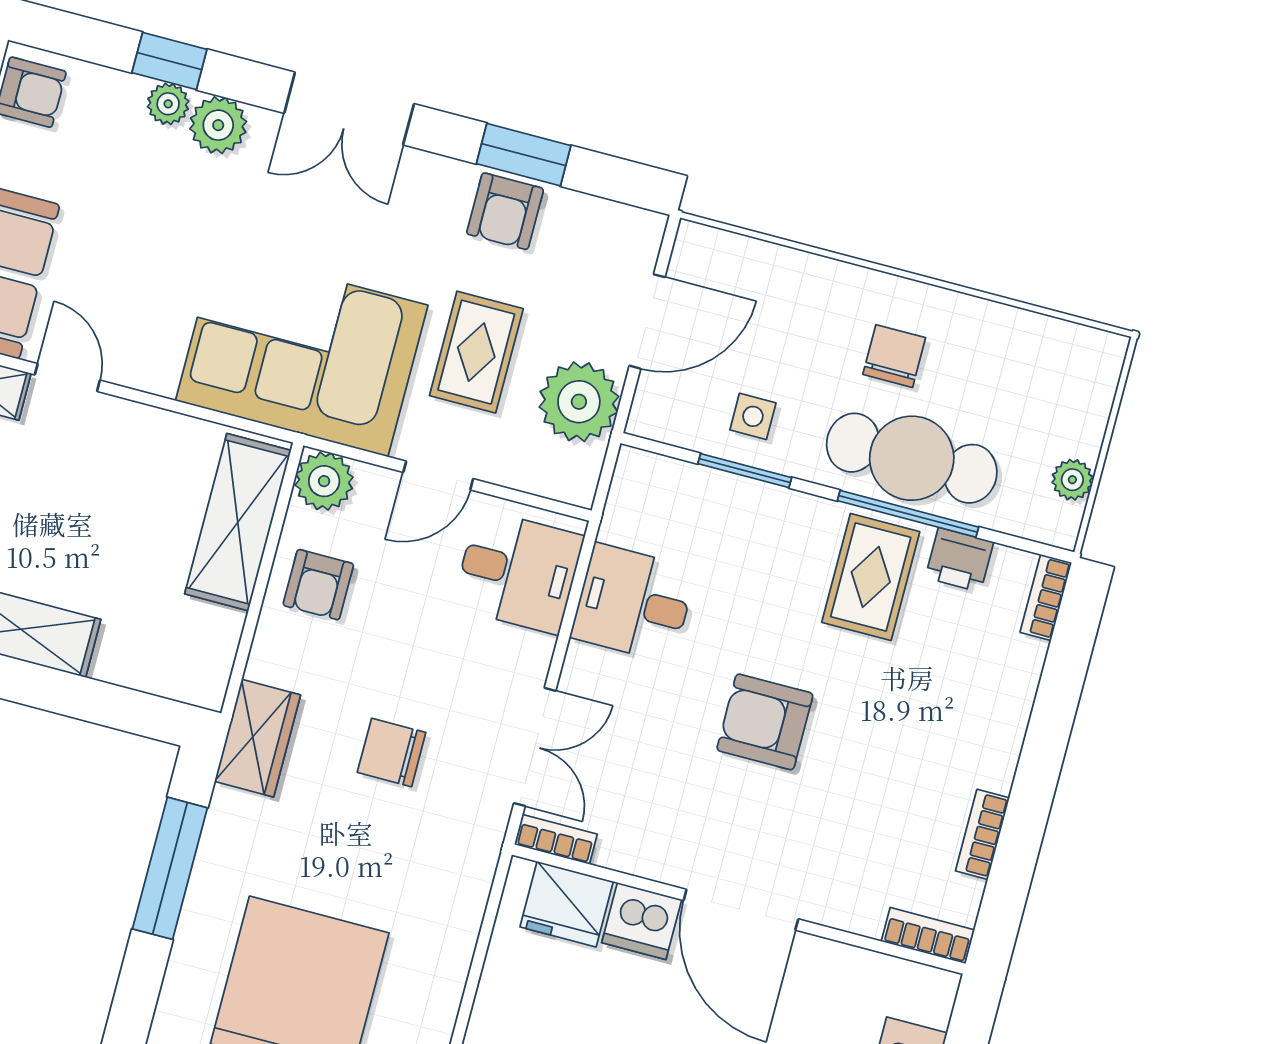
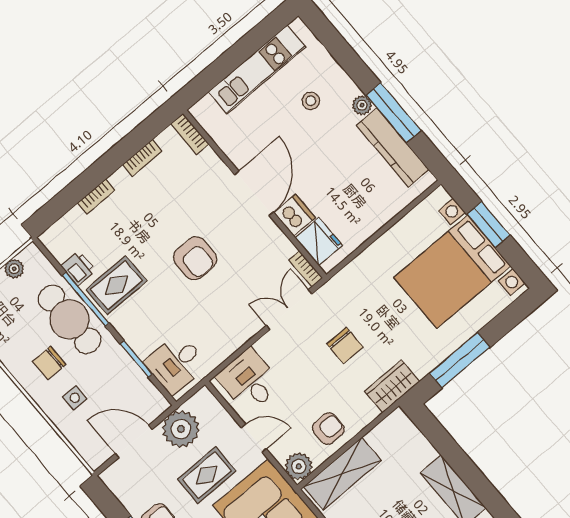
side table: (753, 416) -> (75, 398), moved
bookcase: (1046, 597) -> (96, 196), moved
desk: (633, 603) -> (176, 364), moved, turned 90

